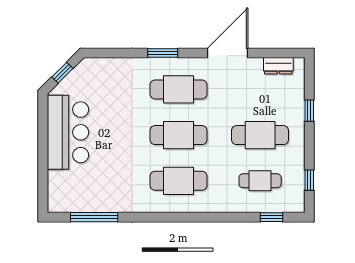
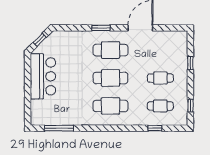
dresser: (278, 66) -> (171, 36), removed
cafe table: (260, 135) -> (160, 78), width x0.73, depth x0.74
window: (272, 217) -> (155, 128), moved

